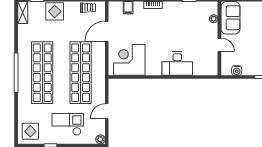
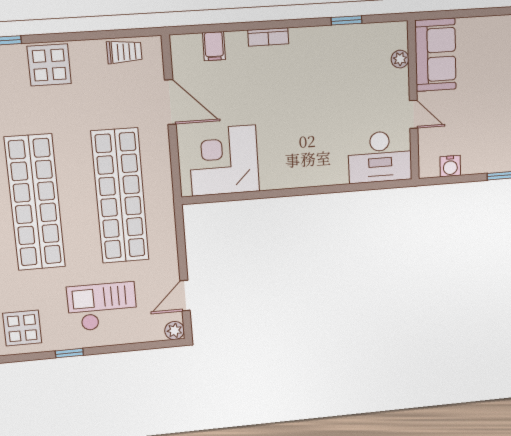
door: (107, 31) -> (170, 102), swing flipped
desk: (177, 64) -> (380, 157), moved
door: (107, 111) -> (185, 296), moved

